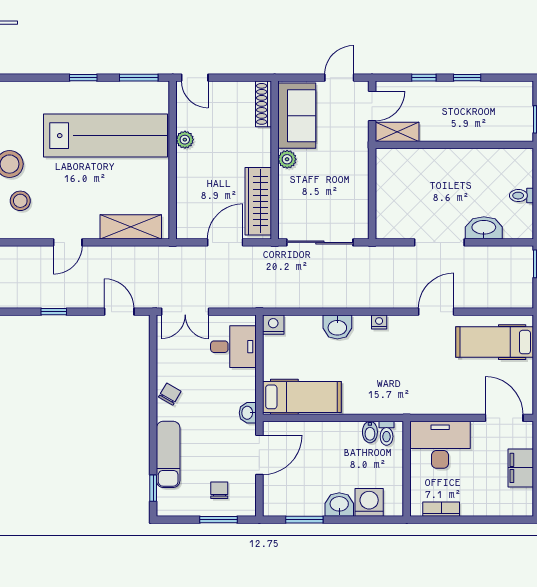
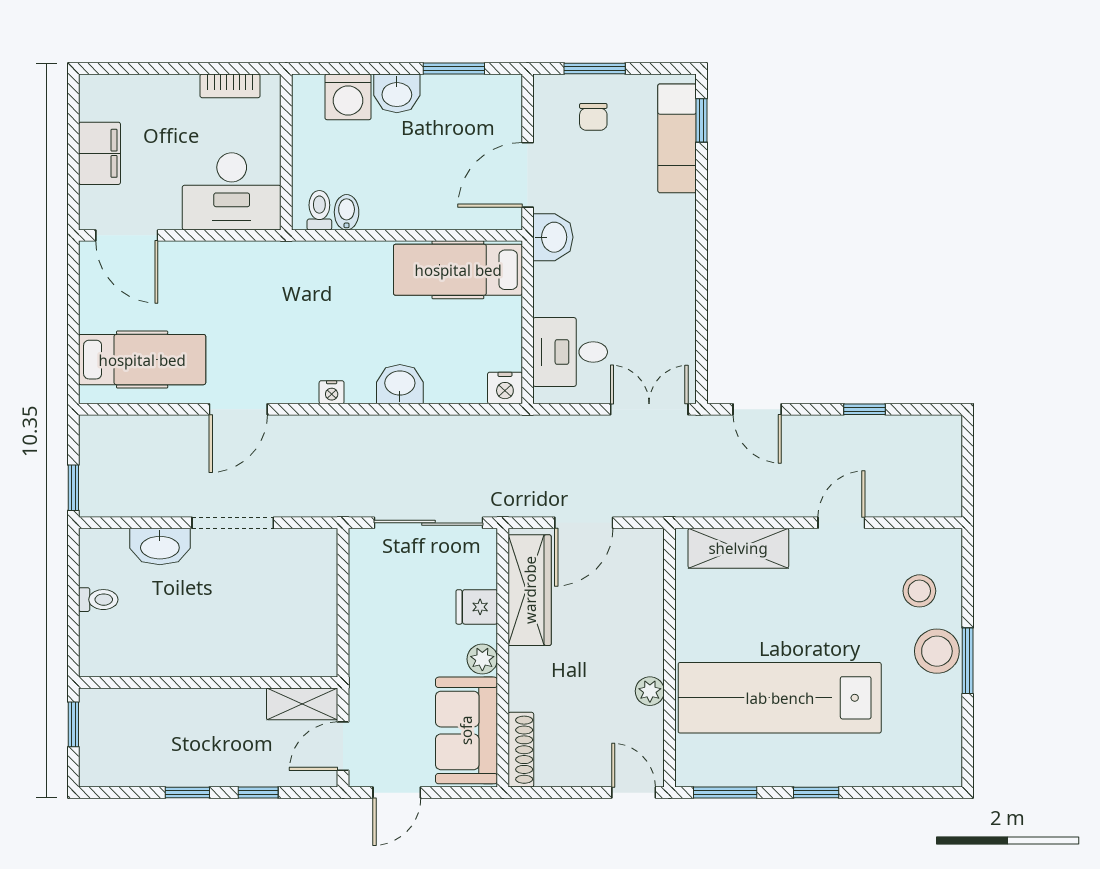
fridge: (290, 191) -> (477, 607), added
chair: (170, 394) -> (674, 274), removed
washbasin: (248, 413) -> (553, 237), width x1.38, depth x1.45
exam couch: (168, 454) -> (677, 138), moved

